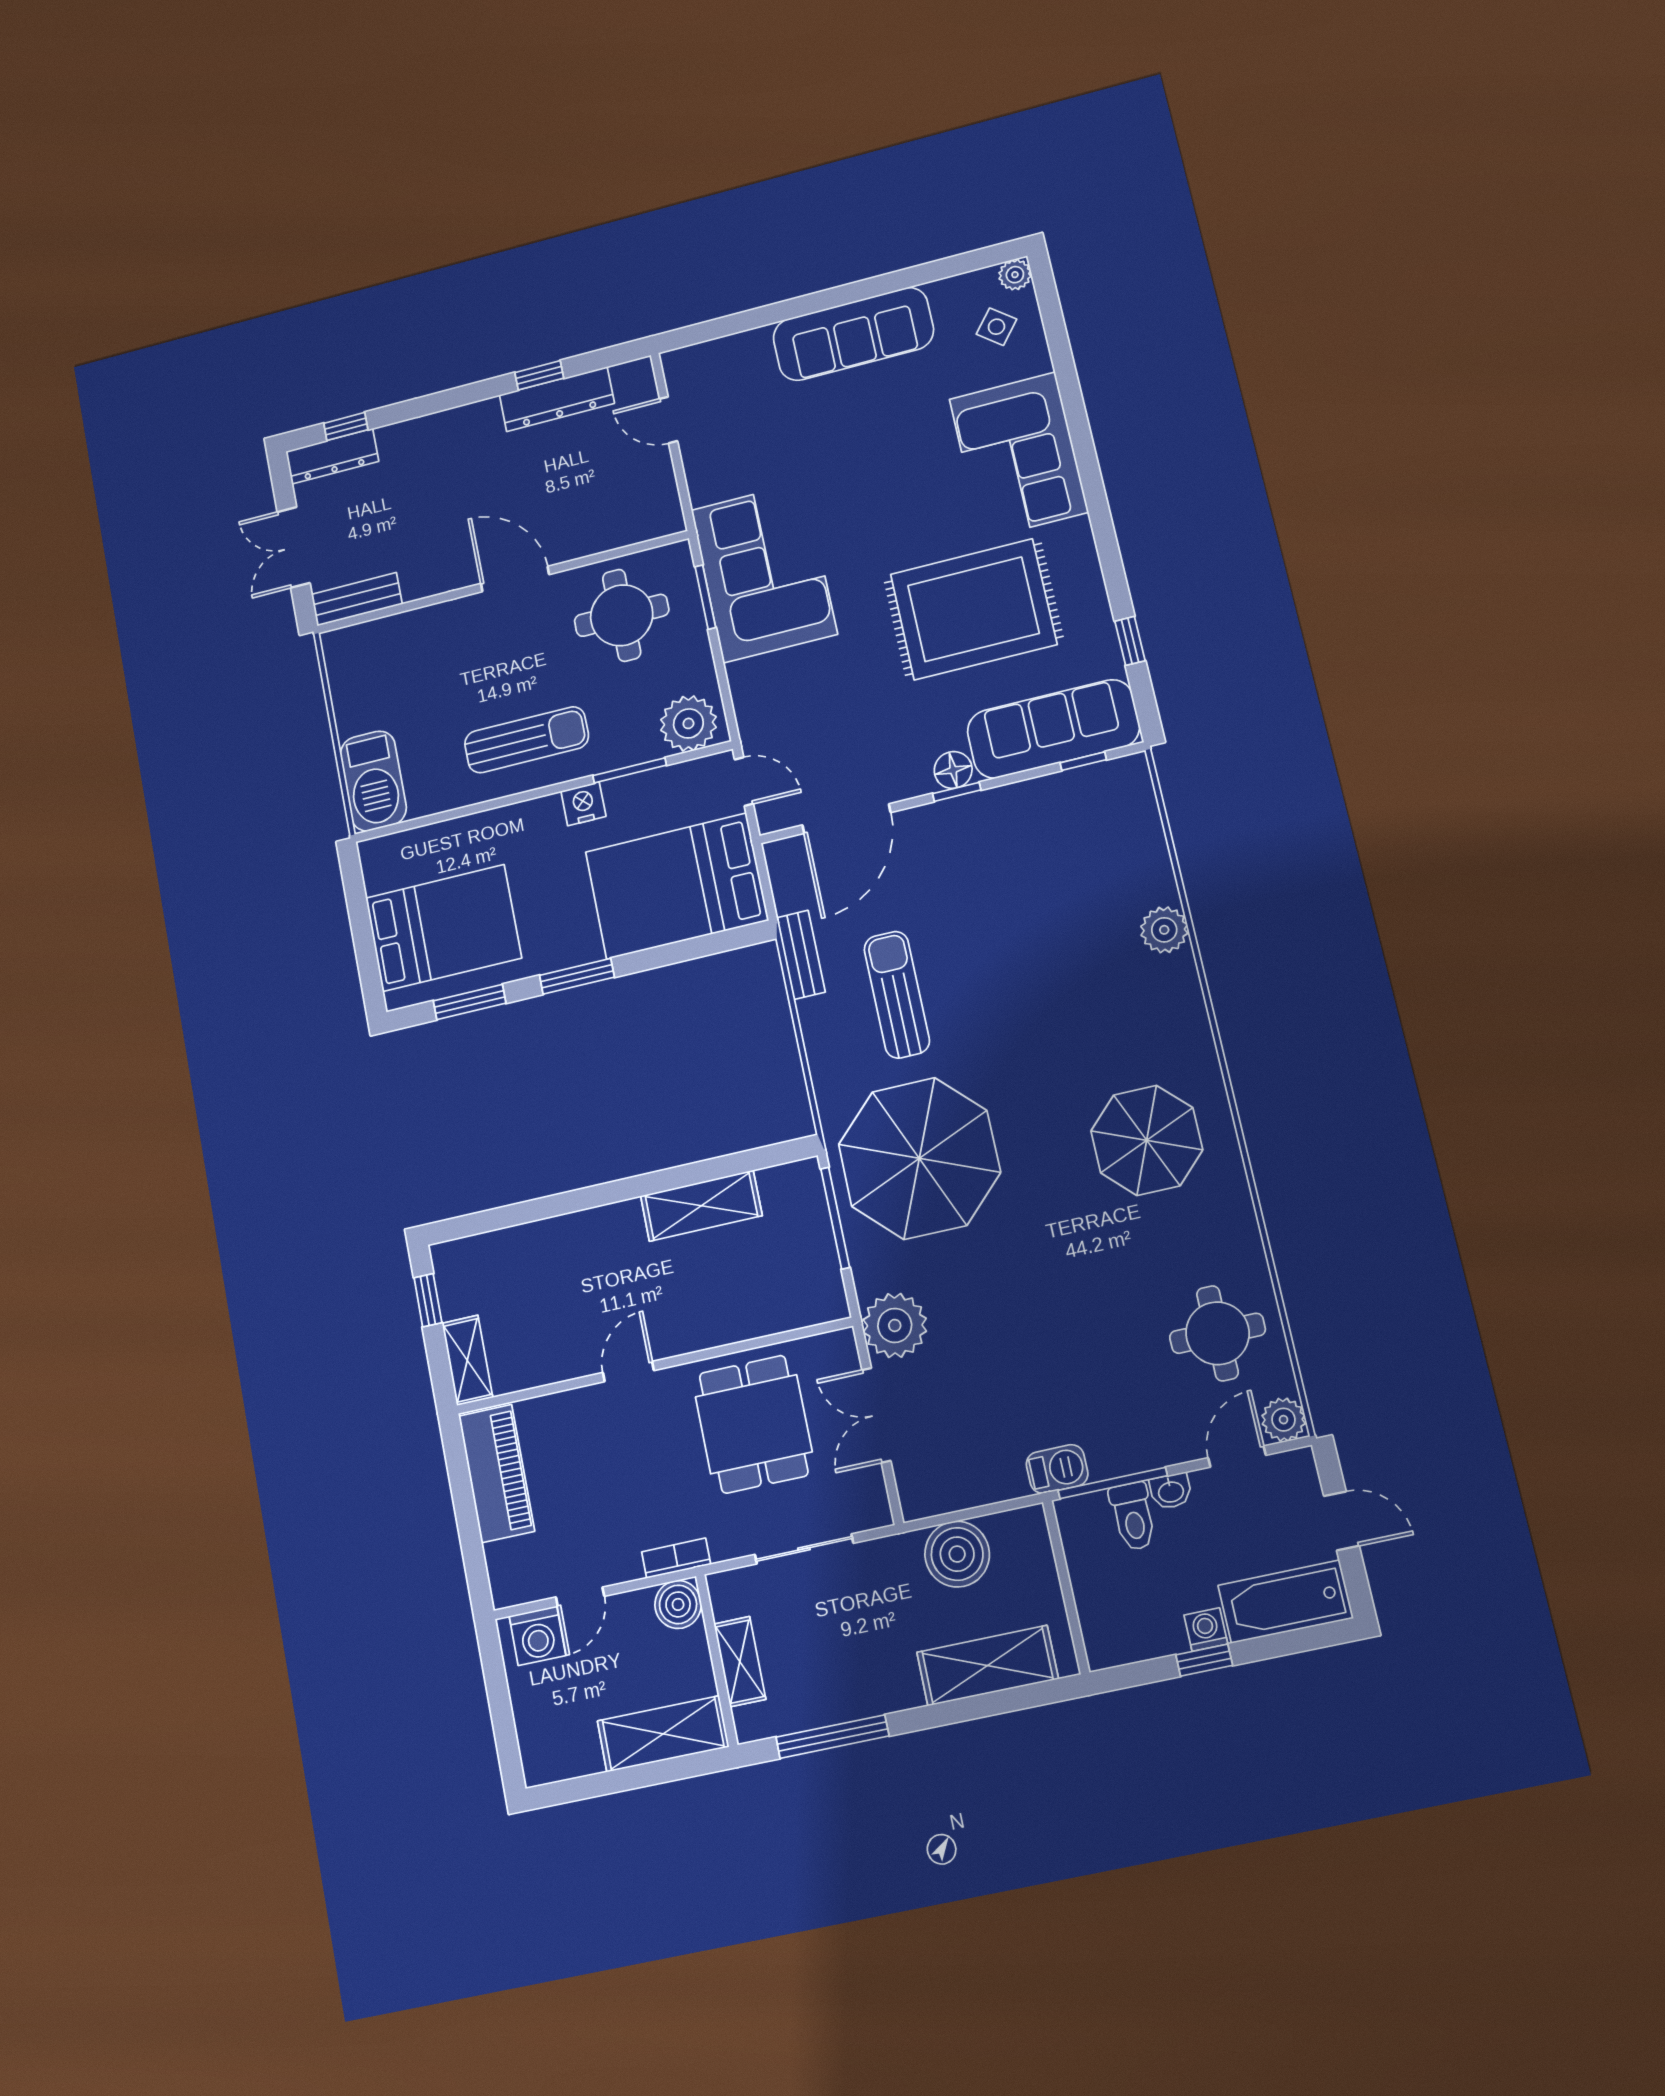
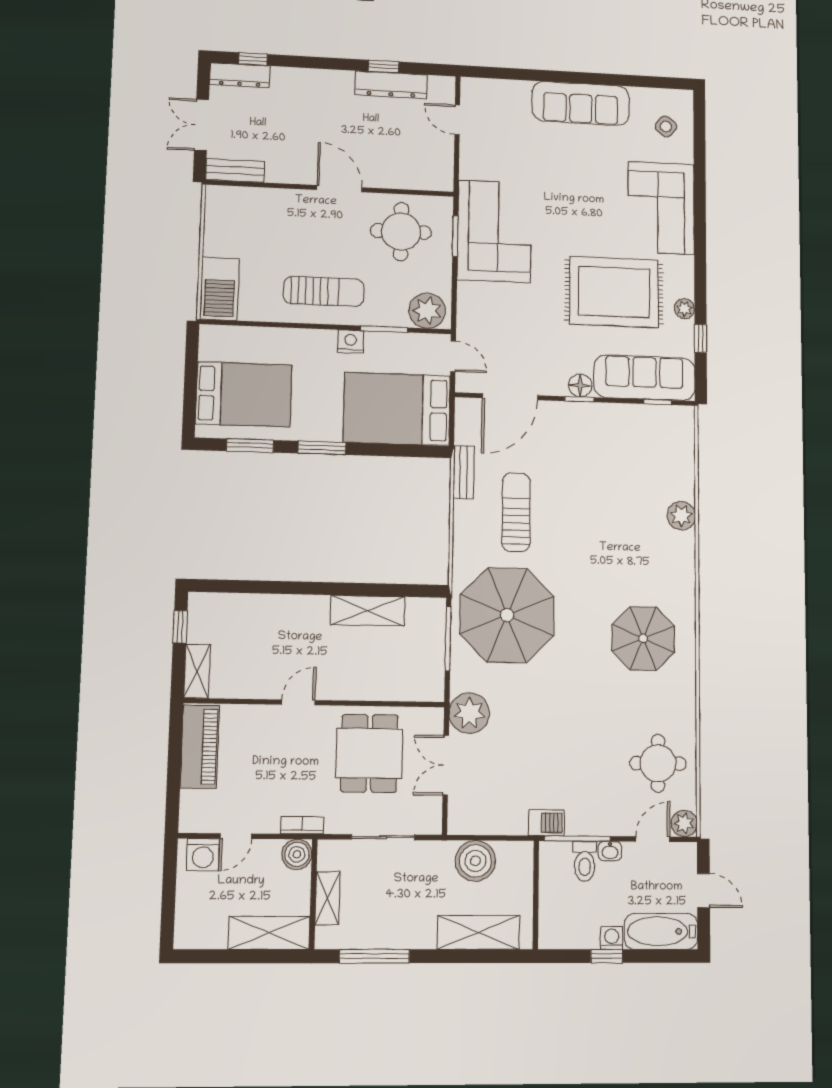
plant: (1015, 275) -> (684, 309), moved

